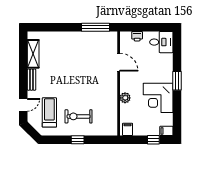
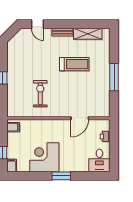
window: (96, 27) -> (114, 77), moved
plant: (125, 98) -> (44, 125), removed
treadmill: (49, 112) -> (74, 64), moved
exercise bike: (79, 116) -> (40, 94), moved

